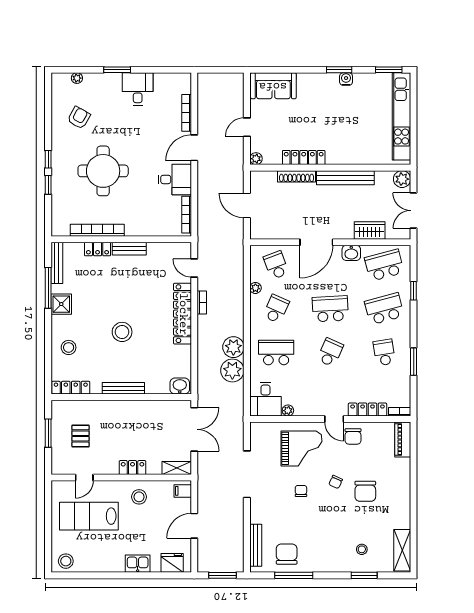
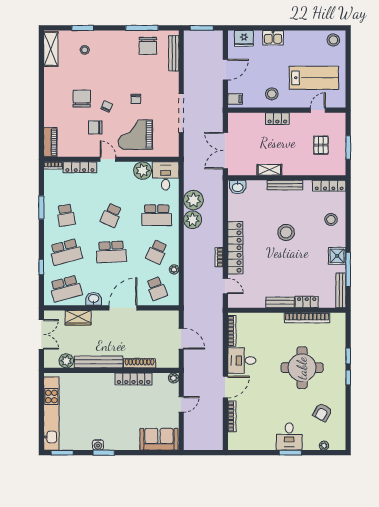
desk: (138, 89) -> (289, 436), moved
plant: (402, 179) -> (66, 361), moved
plant: (288, 411) -> (143, 171), width x1.87, depth x1.87
chair: (353, 436) -> (95, 127), moved, turned -90
shelving: (177, 468) -> (269, 170), moved

